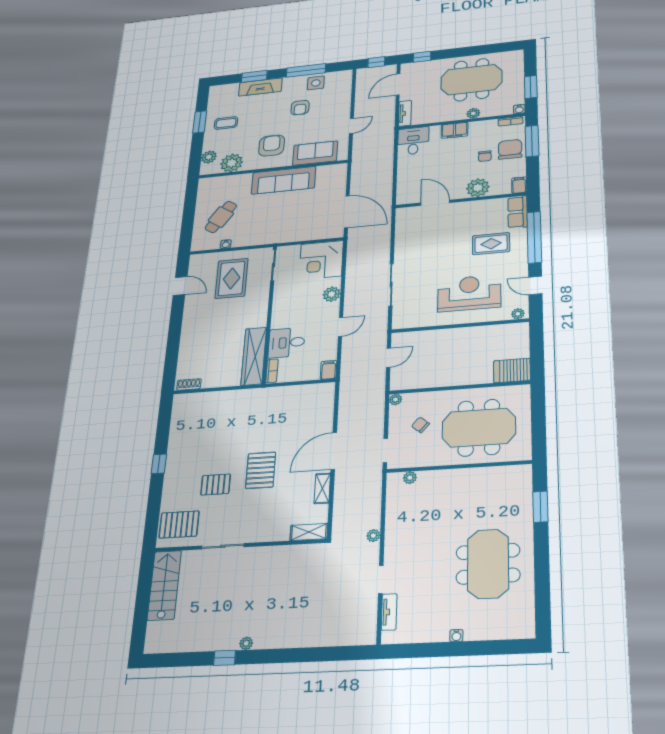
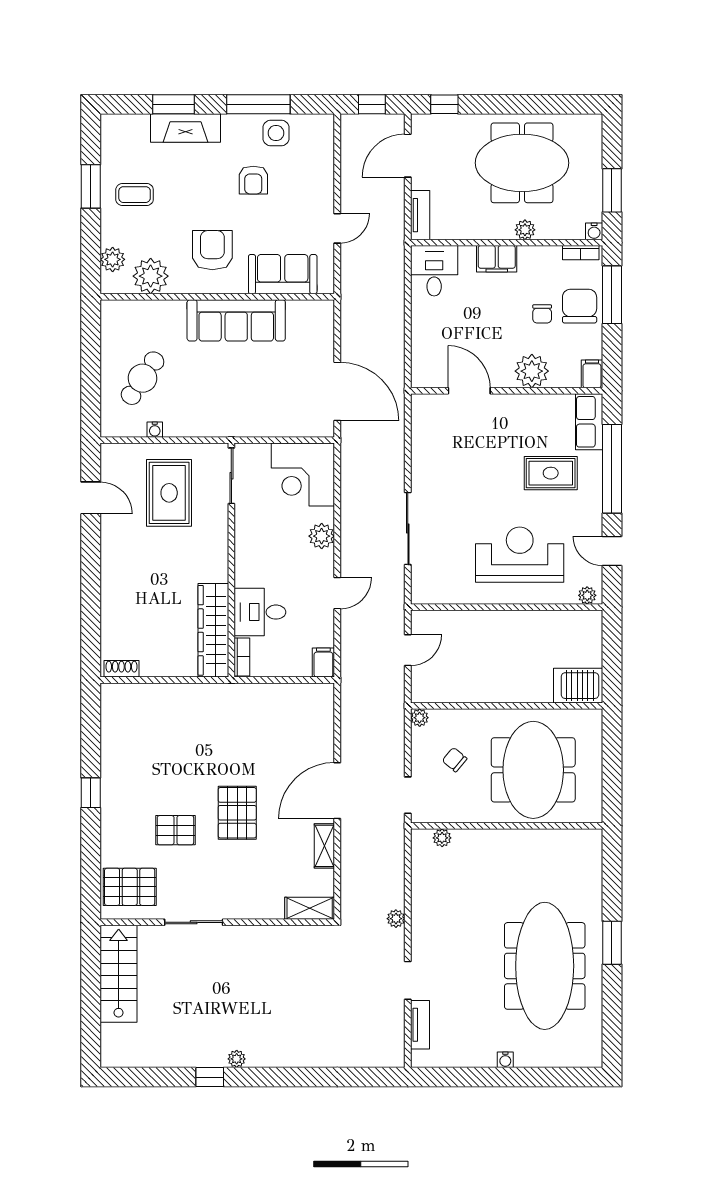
meeting table: (479, 428) -> (533, 770), turned 90
window: (540, 507) -> (612, 943), moved
meeting table: (488, 564) -> (545, 966), width x1.36

